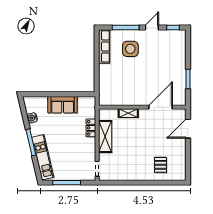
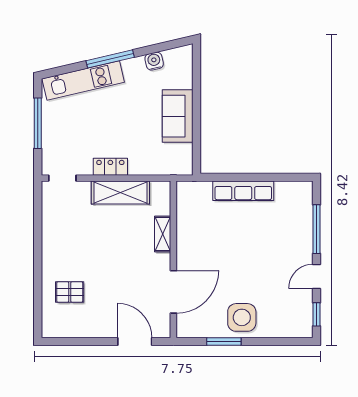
door: (152, 27) -> (316, 276), swing flipped
row of seats: (104, 46) -> (243, 191), moved
side table: (130, 49) -> (242, 317), moved
door: (160, 107) -> (173, 292), hinge flipped
locker: (91, 128) -> (110, 167), moved

